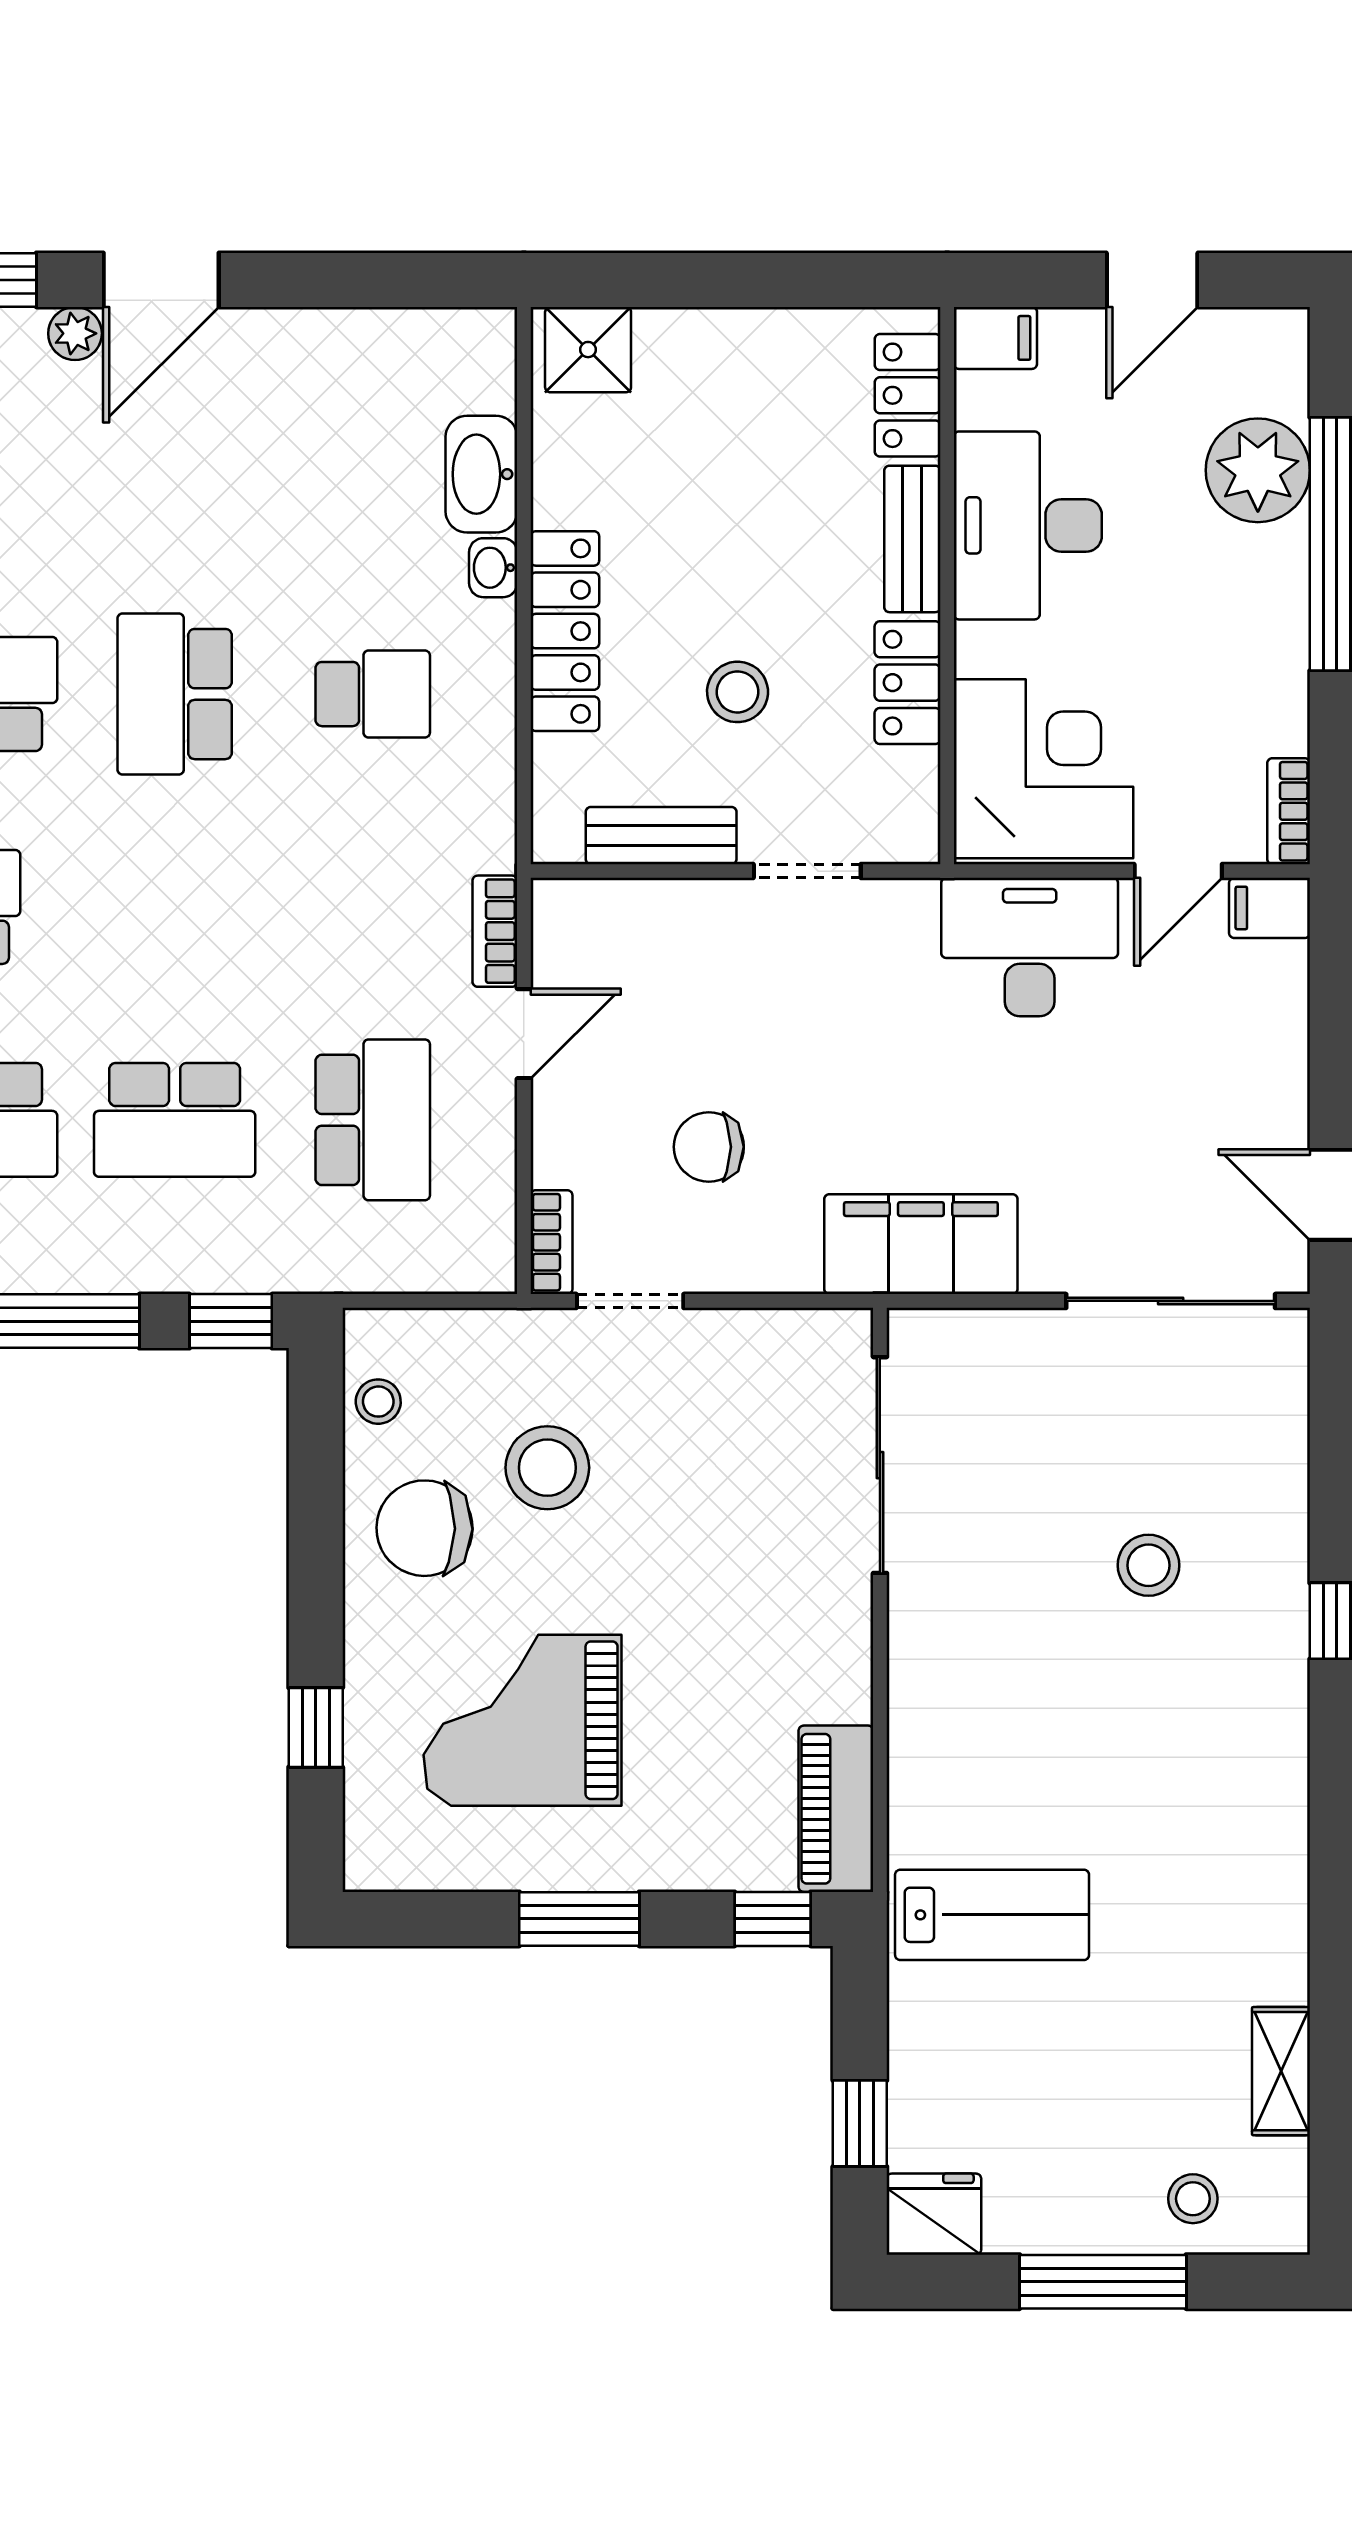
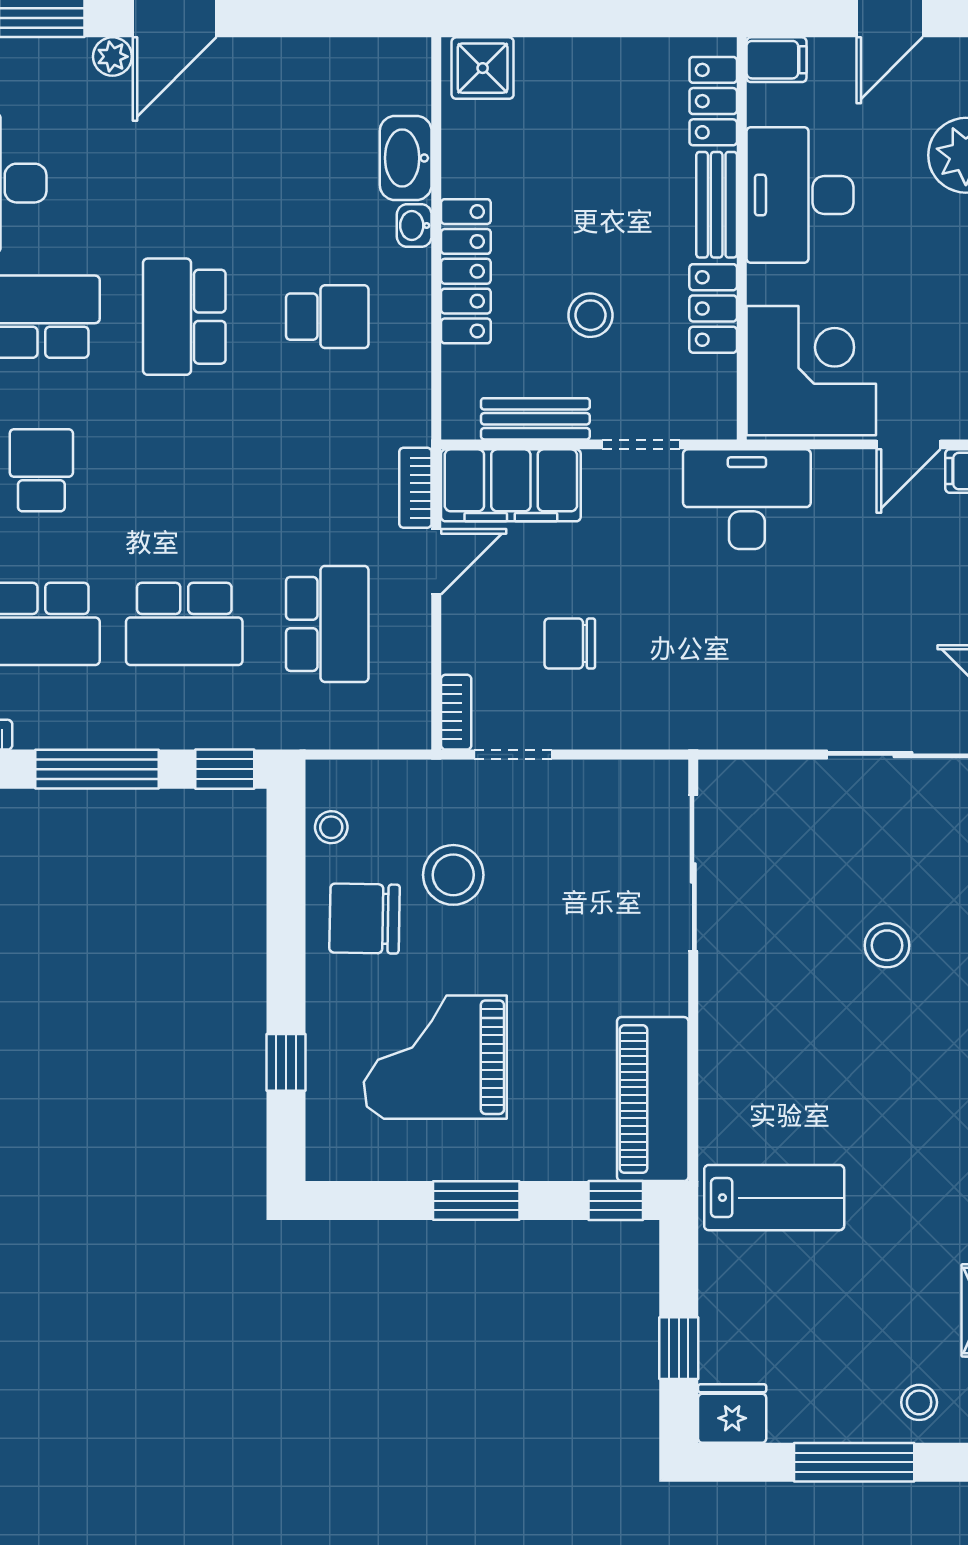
desk: (1030, 947) -> (747, 499), moved
filing cabinet: (921, 1244) -> (511, 485), moved, turned 180
piano: (836, 1809) -> (653, 1099), width x1.37, depth x1.33

